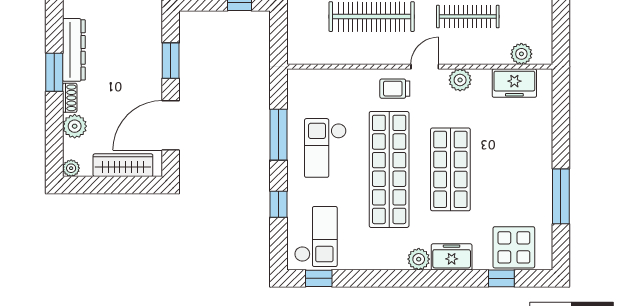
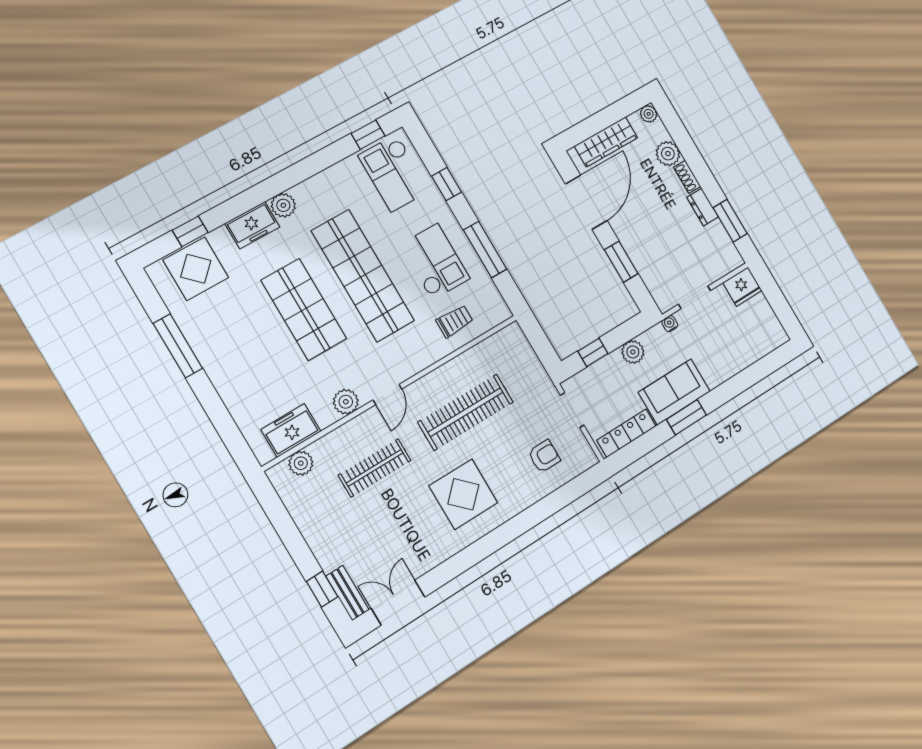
dresser: (74, 50) -> (703, 207), width x0.51, depth x0.80
window: (54, 72) -> (730, 221), moved
trolley: (395, 89) -> (455, 321), moved

